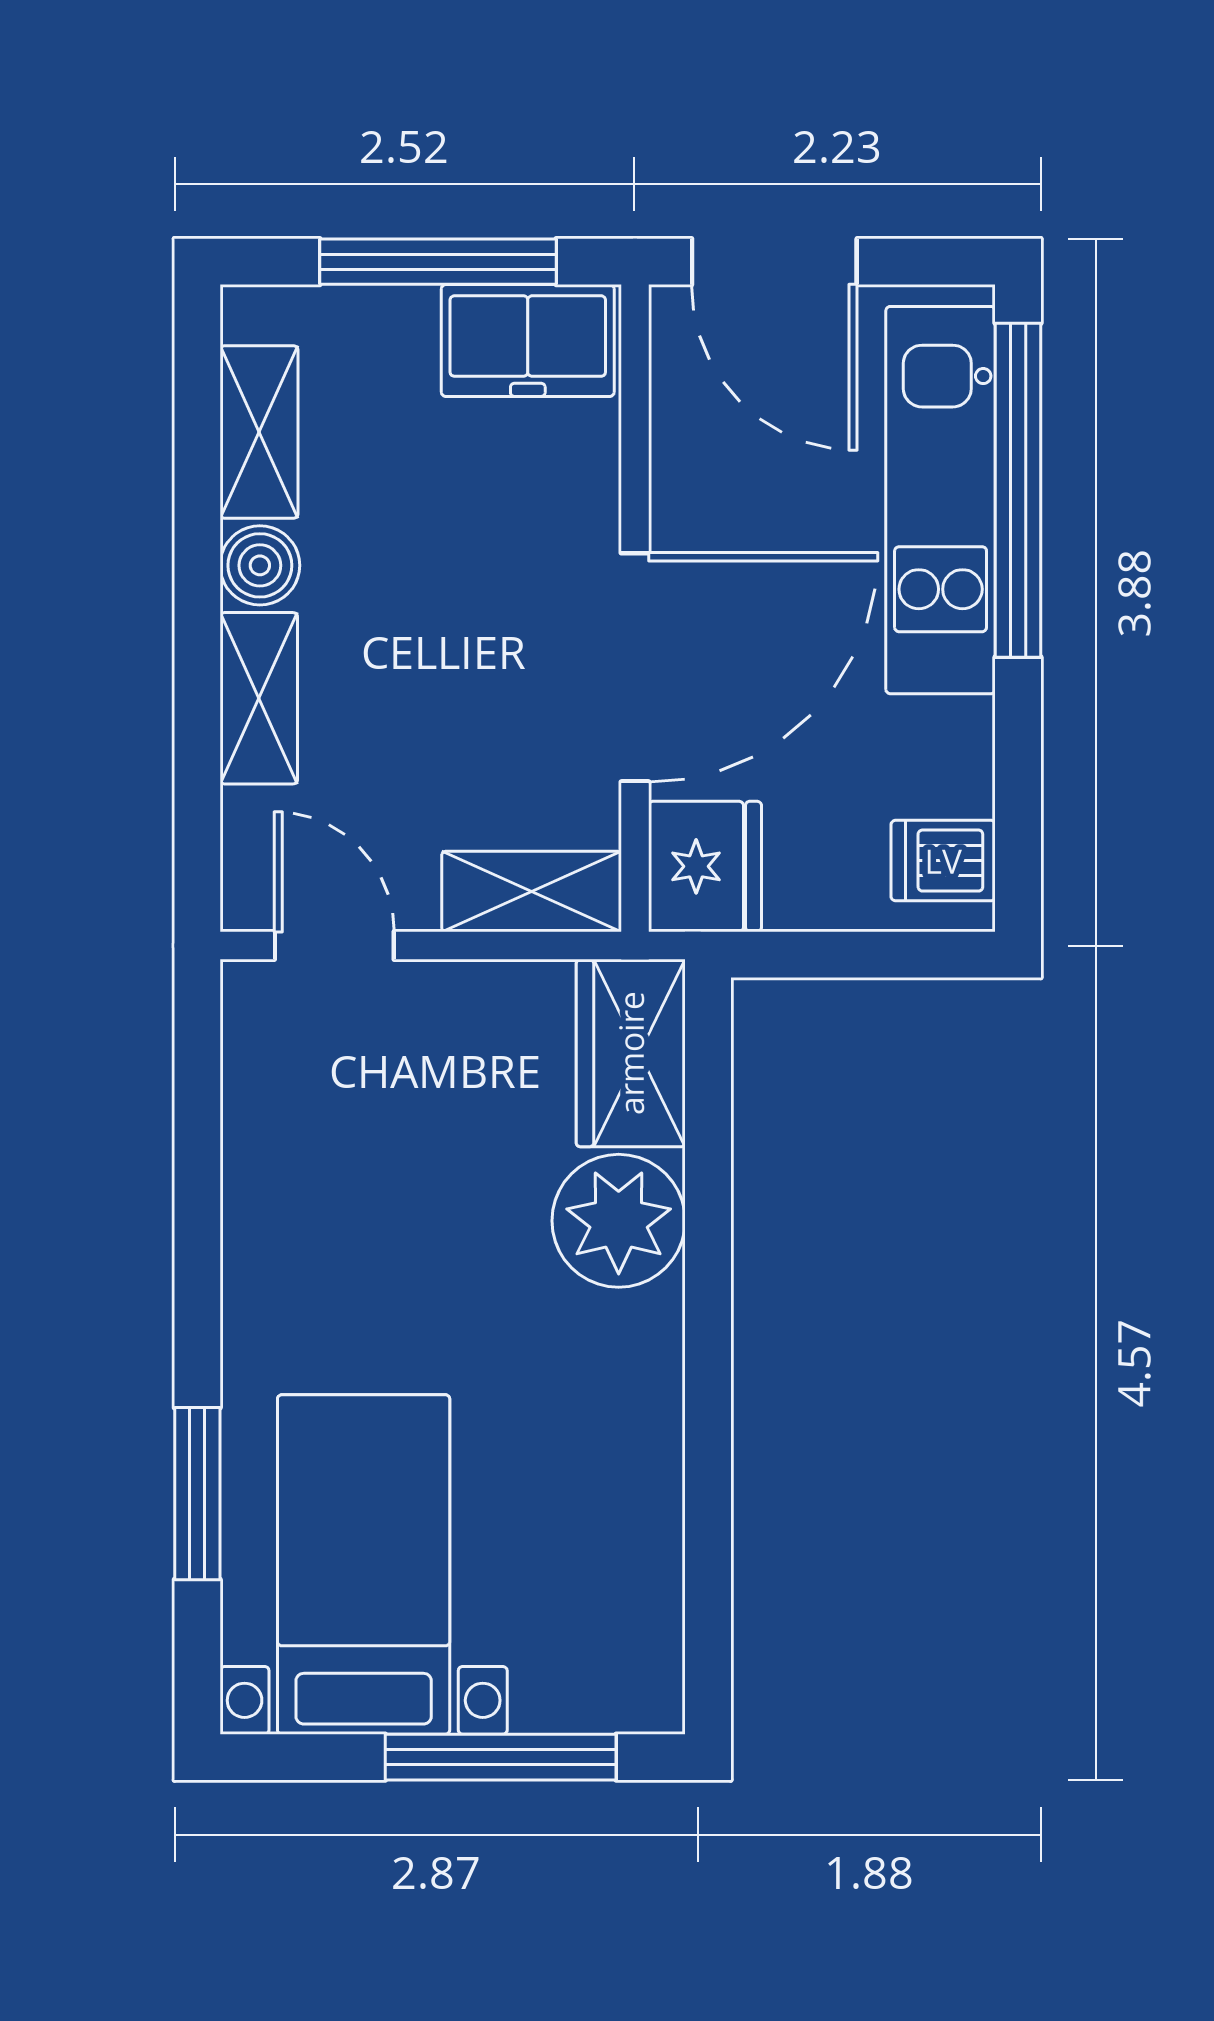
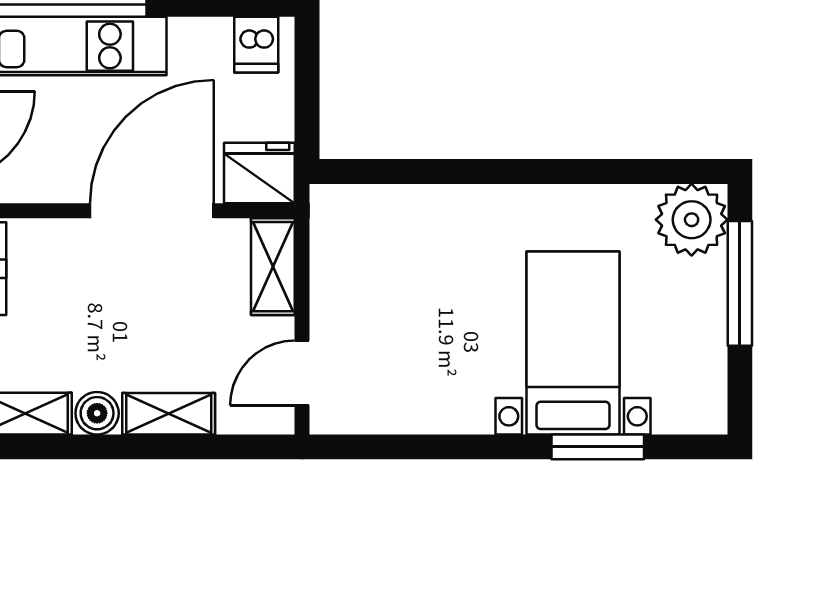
door: (635, 667) -> (152, 211), hinge flipped
wardrobe: (631, 1053) -> (360, 213), removed
plant: (619, 1221) -> (692, 220), moved
bed with nightstands: (364, 1564) -> (573, 343), moved, turned 90

